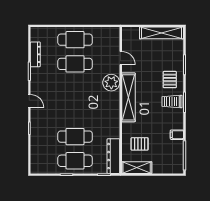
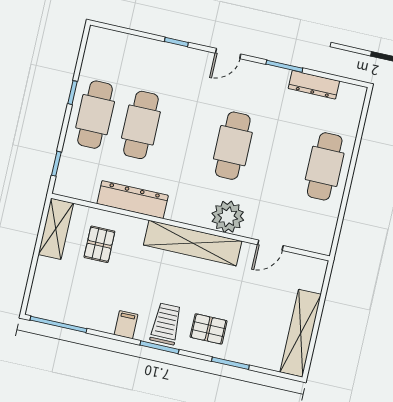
cafe table: (75, 64) -> (233, 146), moved
filing cabinet: (177, 135) -> (126, 325), moved
dresser: (113, 156) -> (133, 200), moved

